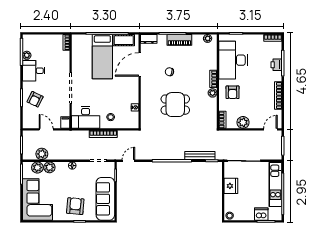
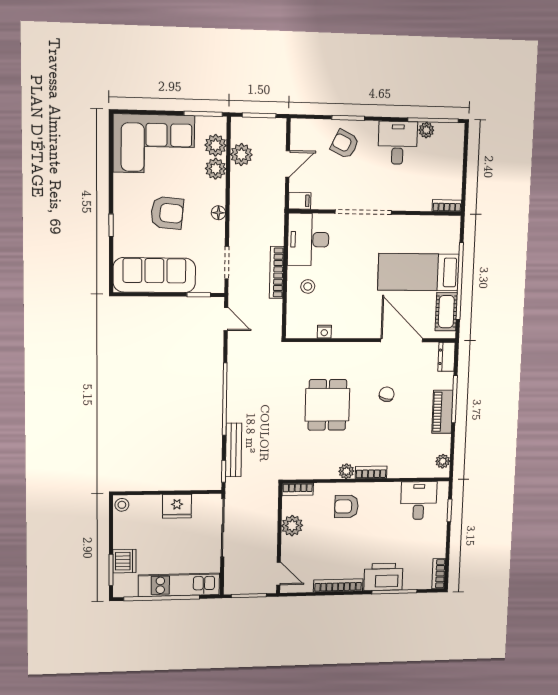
desk: (233, 60) -> (419, 501), width x0.53, depth x0.77
printer: (276, 65) -> (383, 577), width x1.87, depth x1.48
armchair: (75, 206) -> (167, 213), moved

